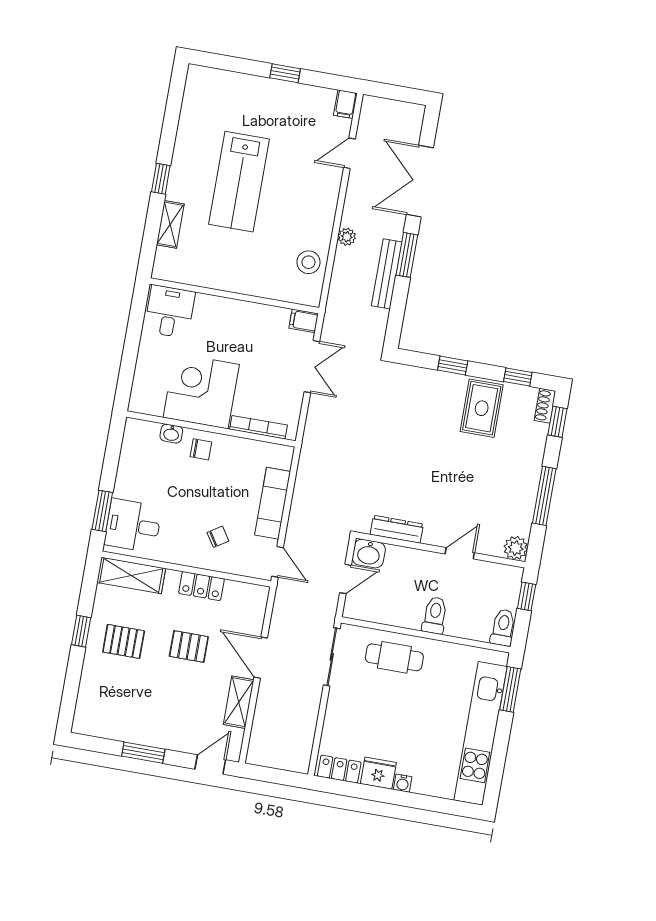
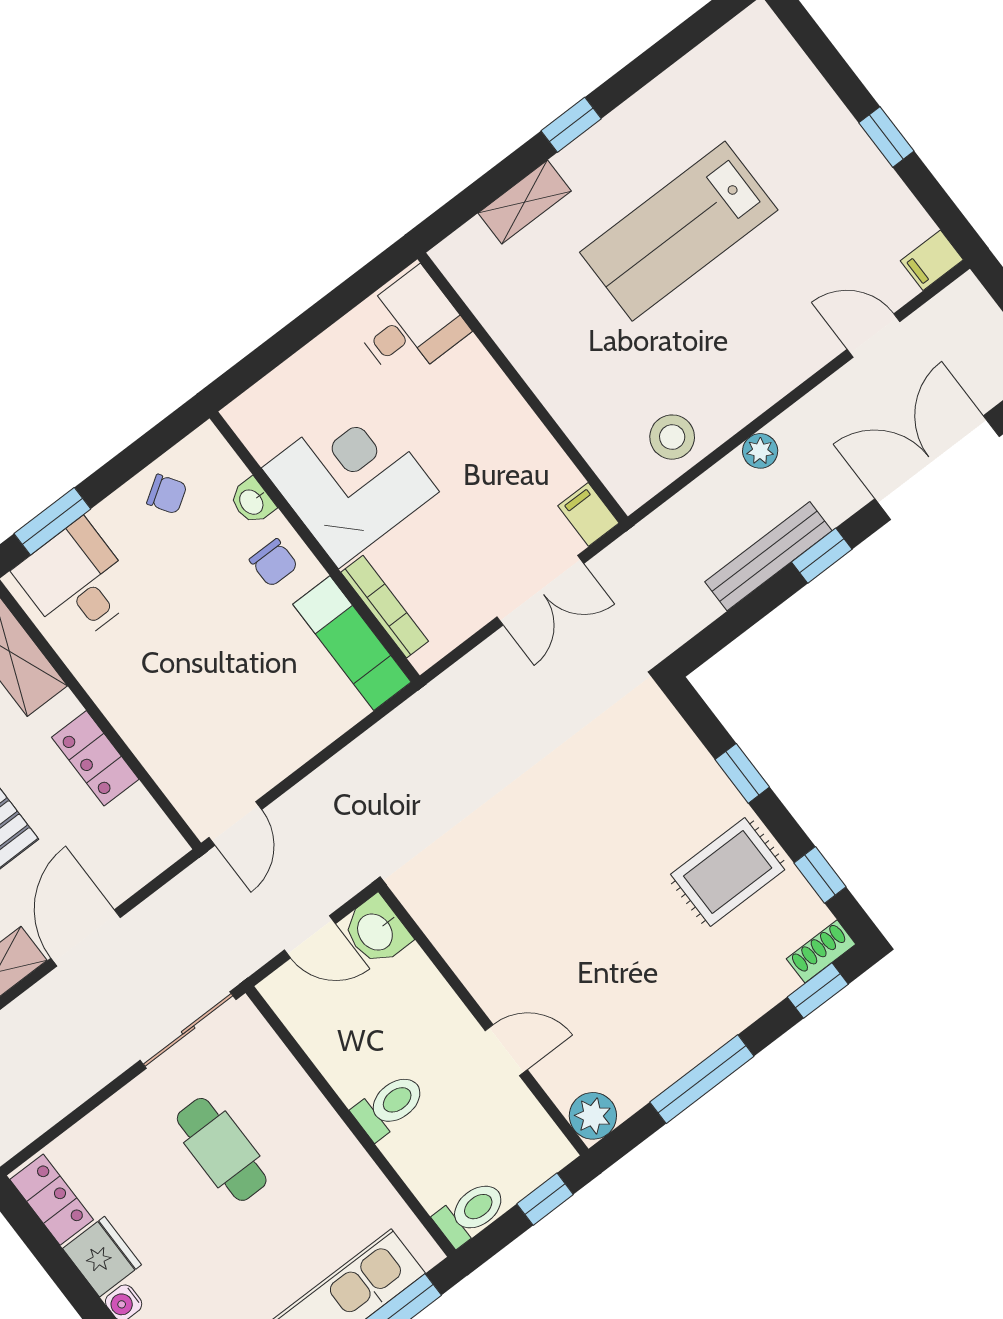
window: (407, 255) -> (822, 556), width x0.67
exam couch: (273, 503) -> (352, 643), moved, turned -90
dresser: (397, 529) -> (448, 933), removed
chair: (218, 537) -> (167, 494), moved
cafe table: (394, 657) -> (222, 1149), moved

